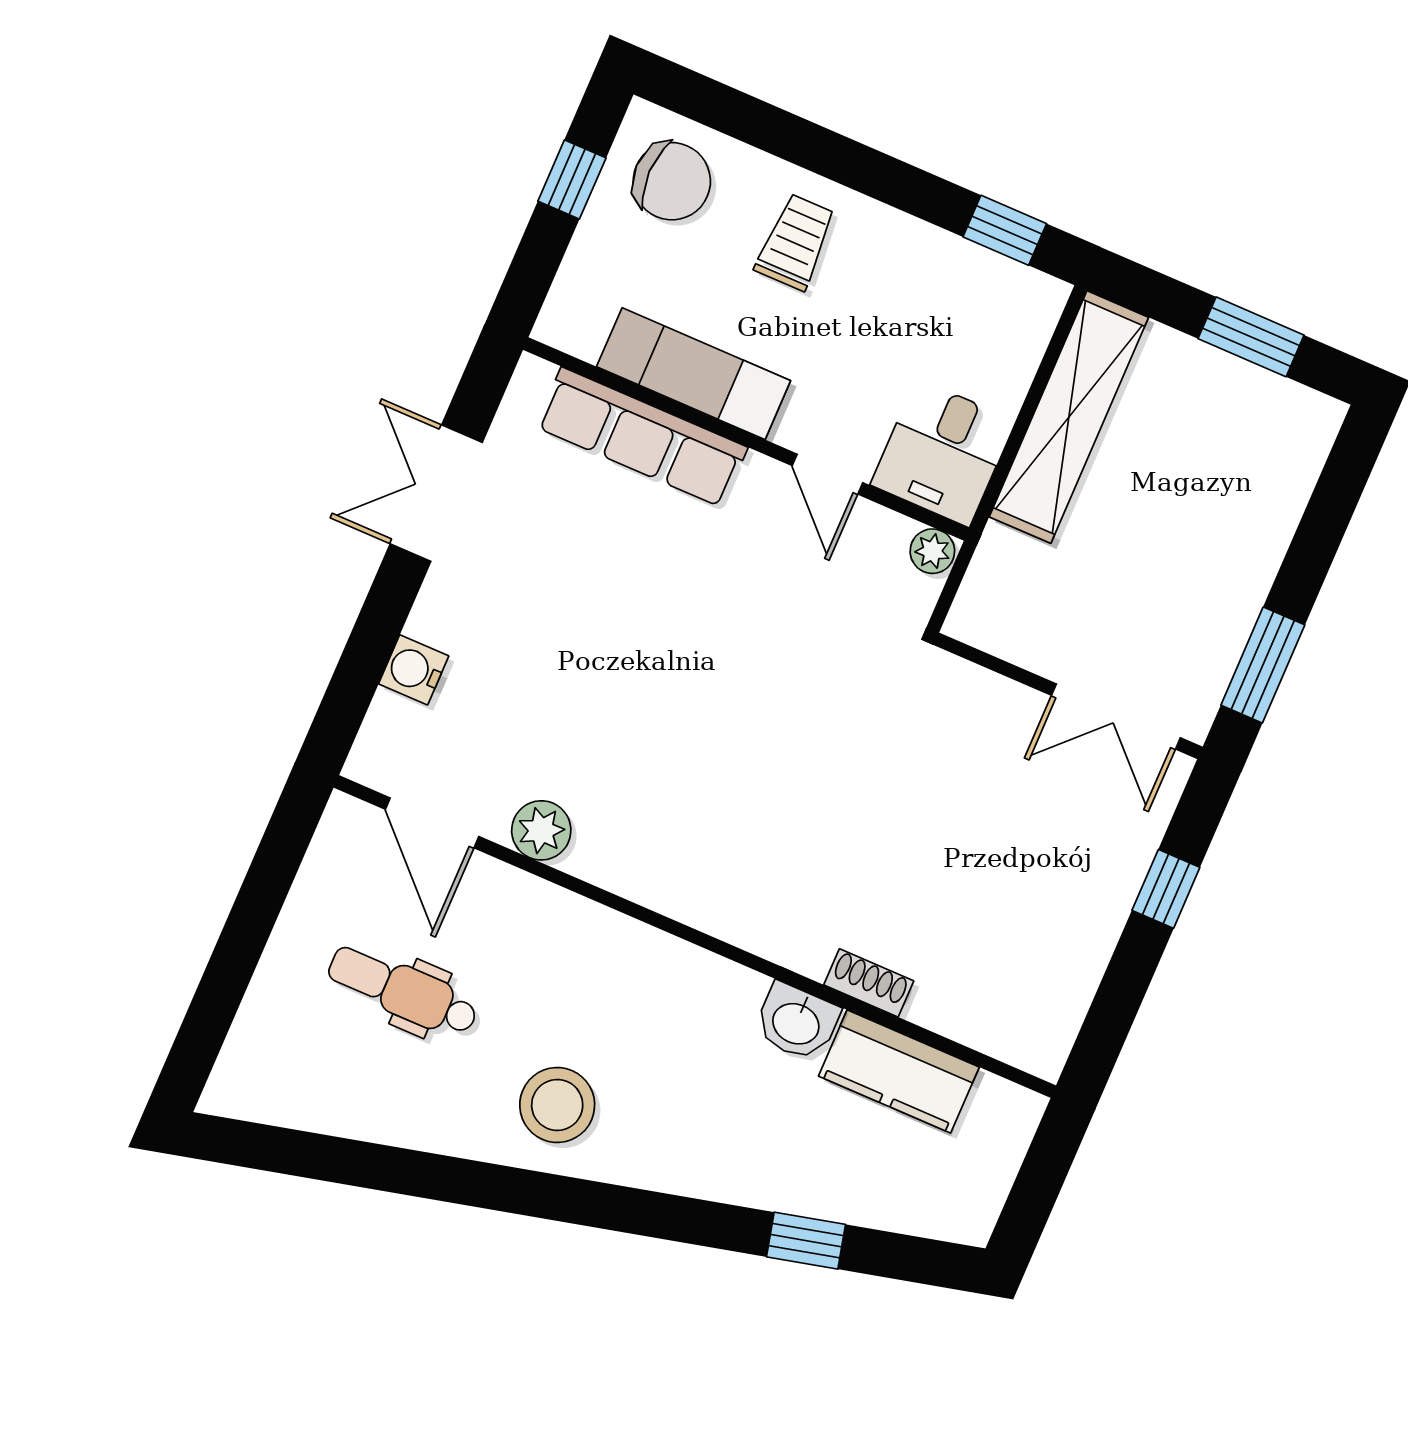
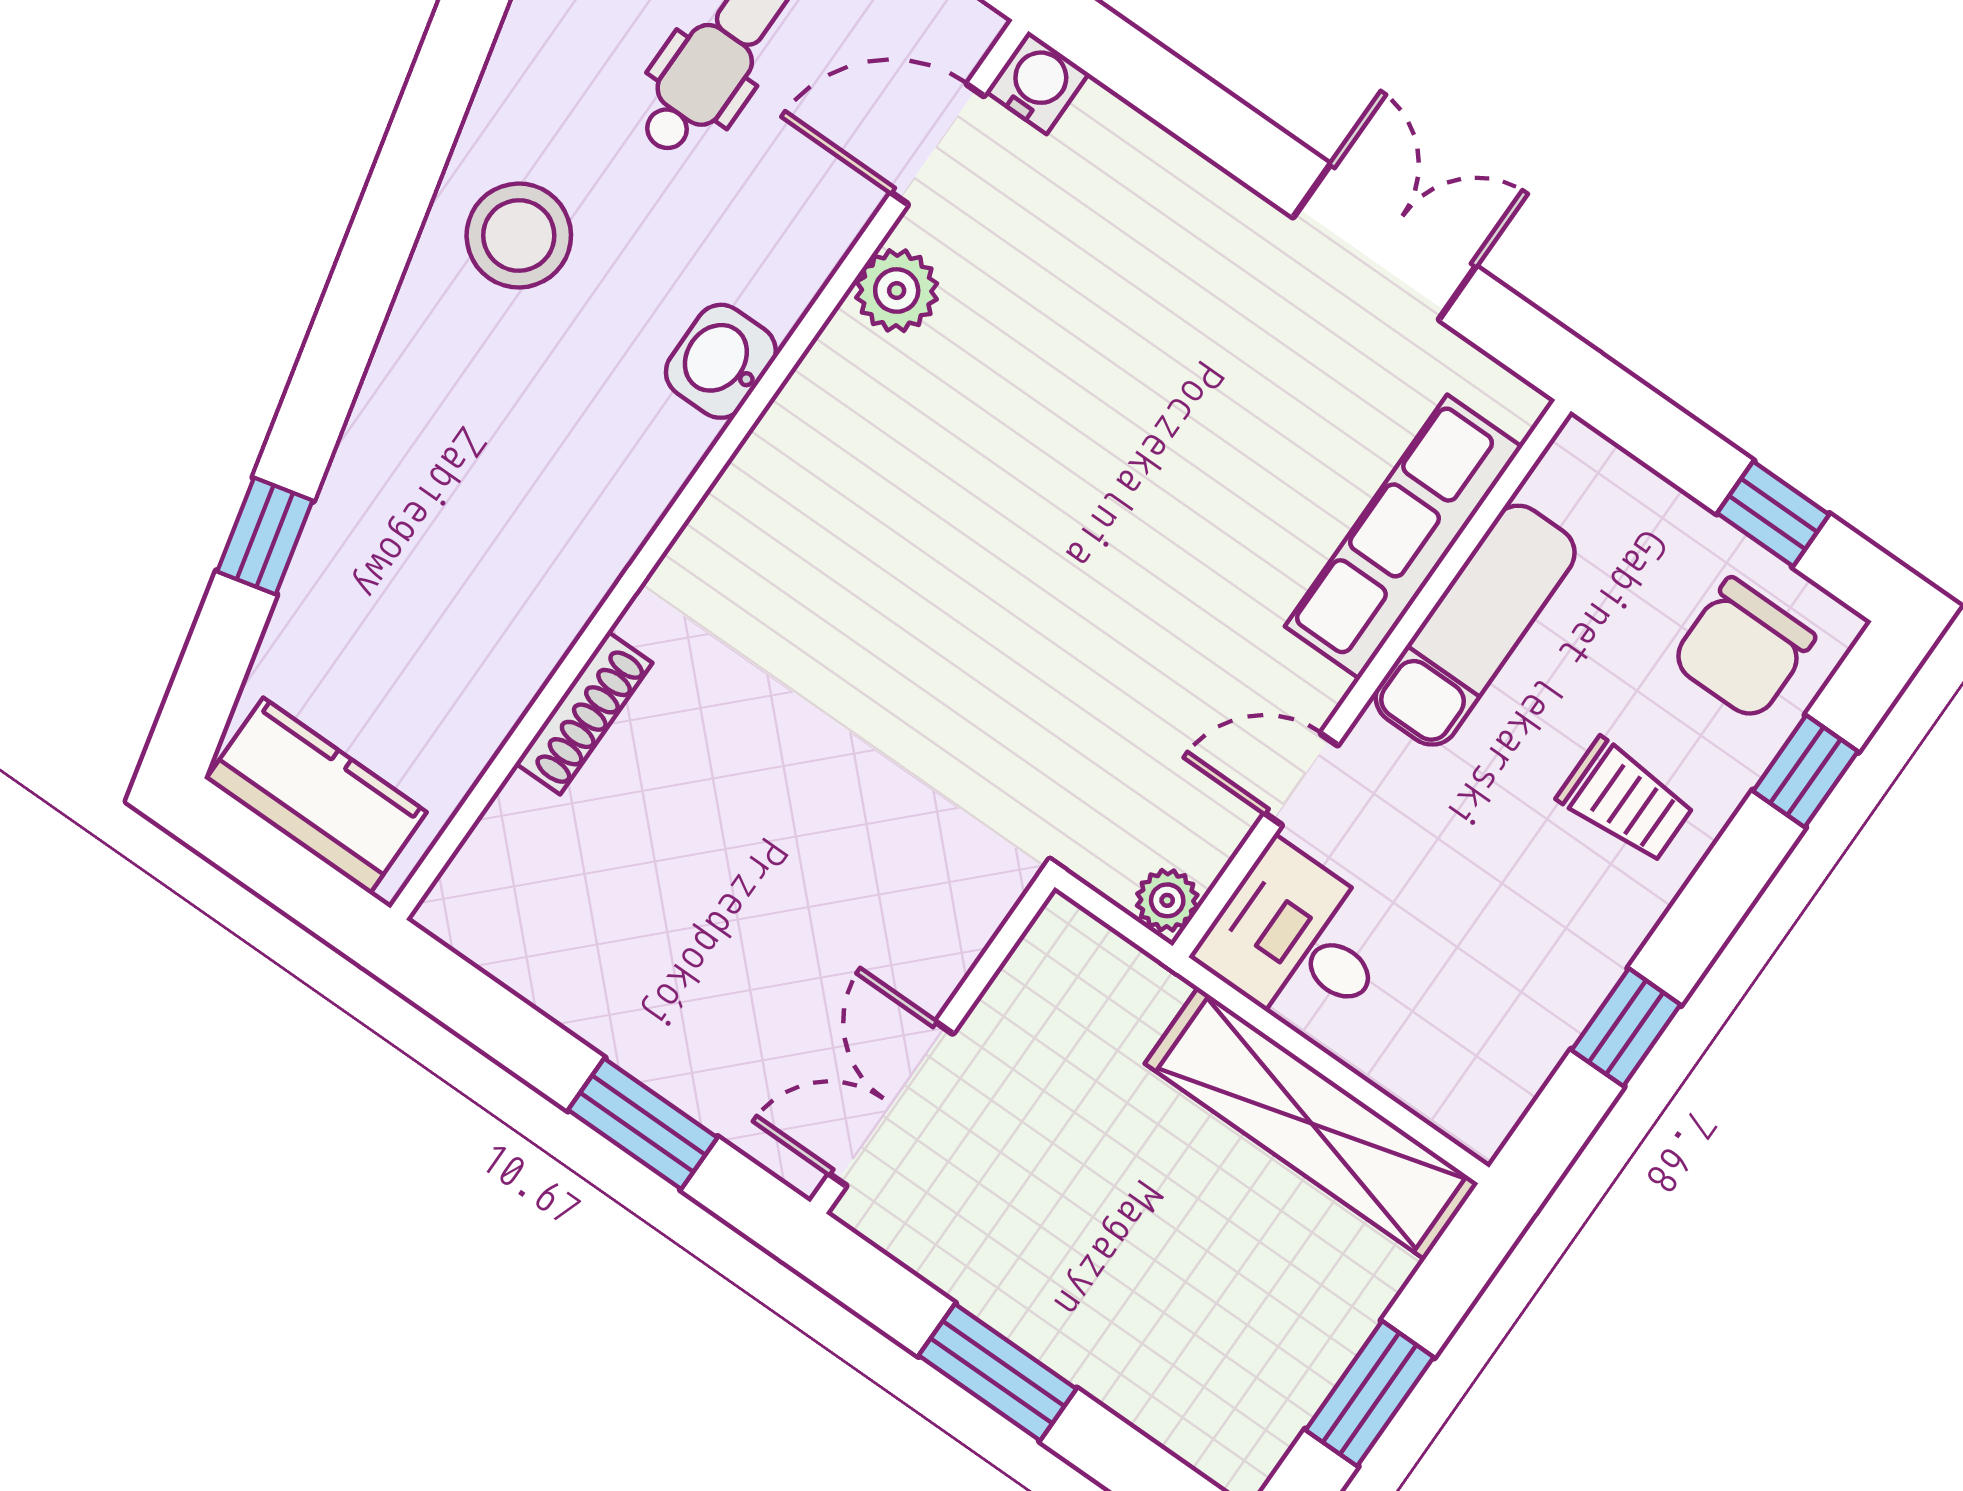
window: (749, 120) -> (1805, 771), added
window: (1005, 230) -> (1626, 1027), moved
window: (1263, 665) -> (998, 1372), moved
water cooler: (414, 670) -> (1037, 83), moved
window: (1166, 889) -> (643, 1124), width x1.50
shoe rack: (869, 983) -> (584, 713), width x1.43
washbasin: (797, 1022) -> (721, 361), moved
kitchen counter: (899, 1072) -> (316, 796), moved, turned 90

